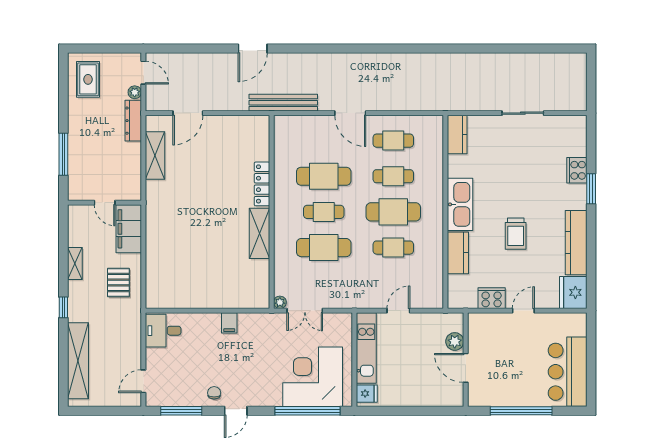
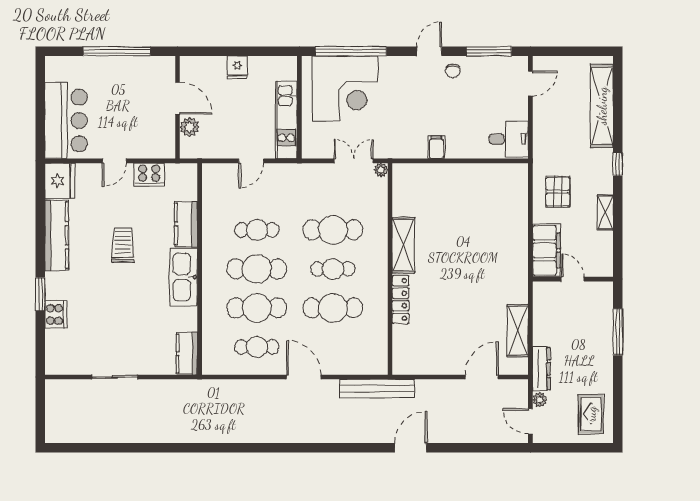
cafe table: (393, 176) -> (257, 308), width x1.37, depth x1.35
bar counter: (568, 372) -> (66, 121), moved
fridge: (367, 394) -> (237, 67), moved, turned -90

